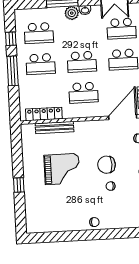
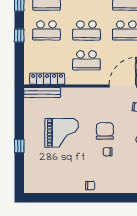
window: (13, 71) -> (19, 36), width x0.46
bench: (55, 128) -> (42, 92), moved
chair: (107, 165) -> (105, 131), turned 90

